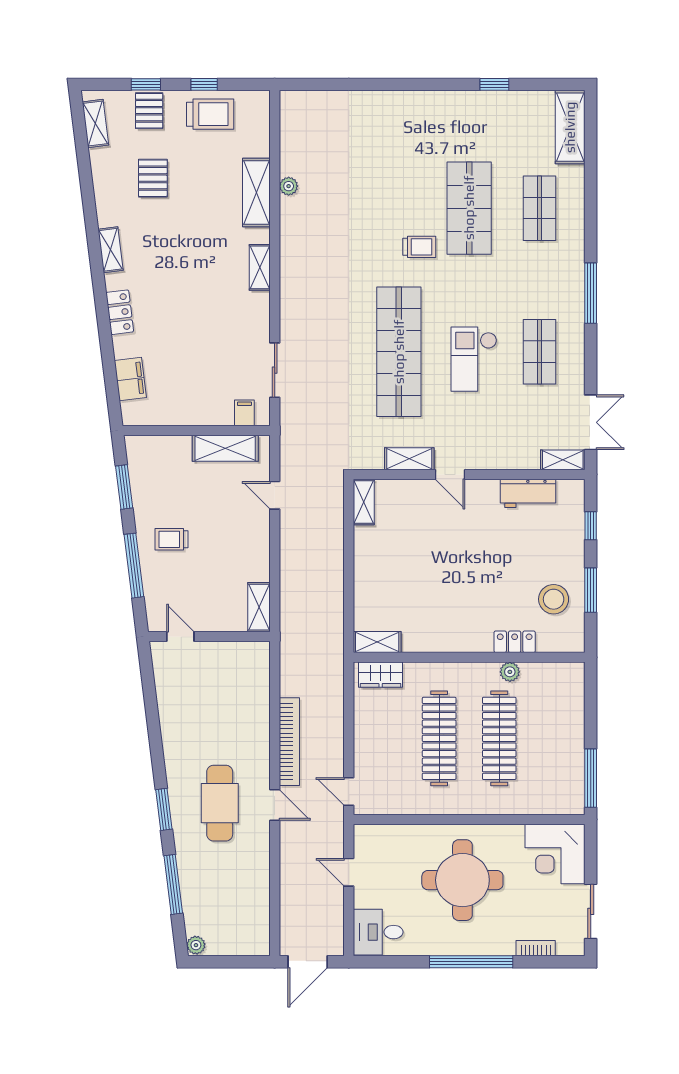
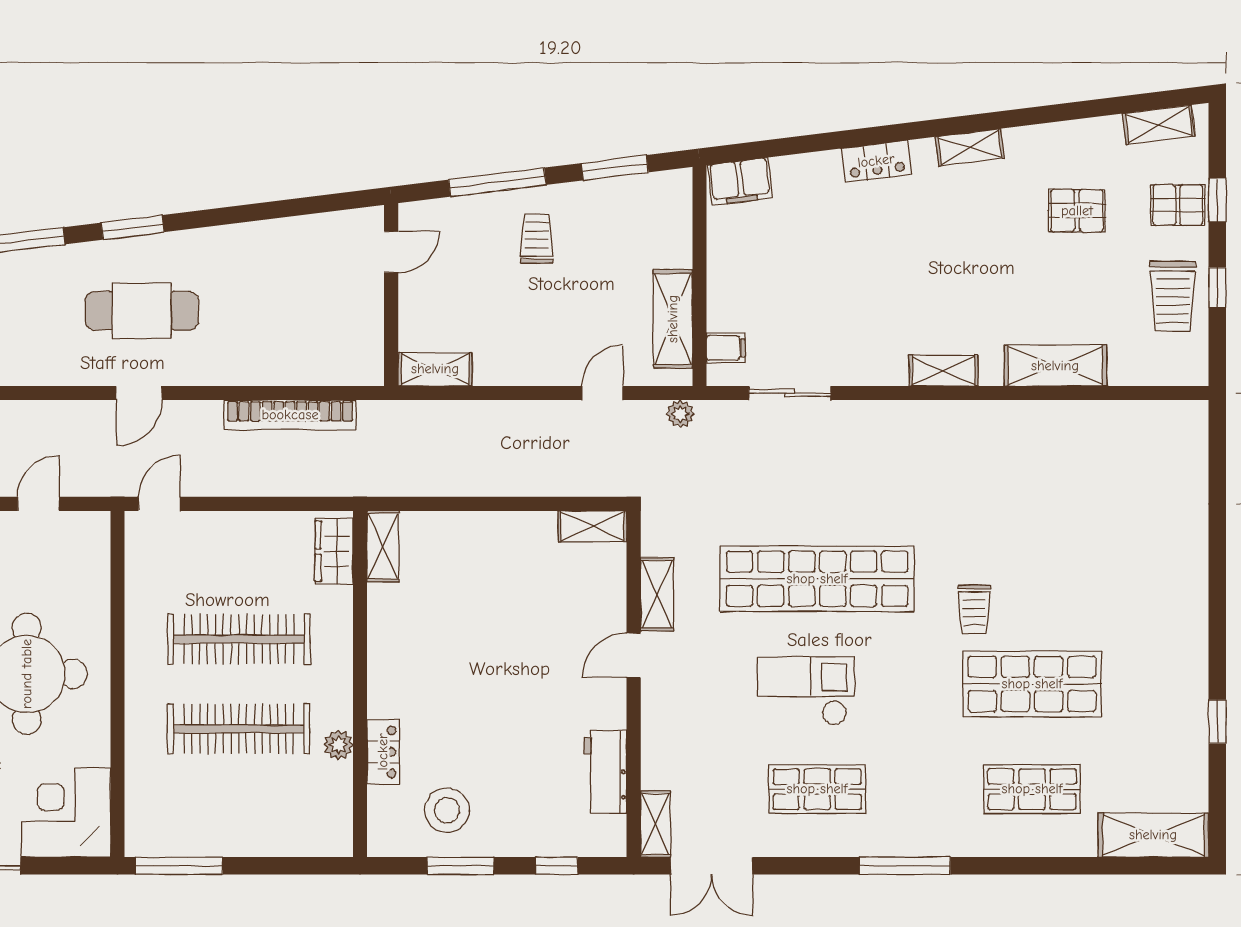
plant: (289, 186) -> (680, 414), moved
filing cabinet: (130, 379) -> (740, 181), moved
bookcase: (289, 742) -> (290, 415), moved

